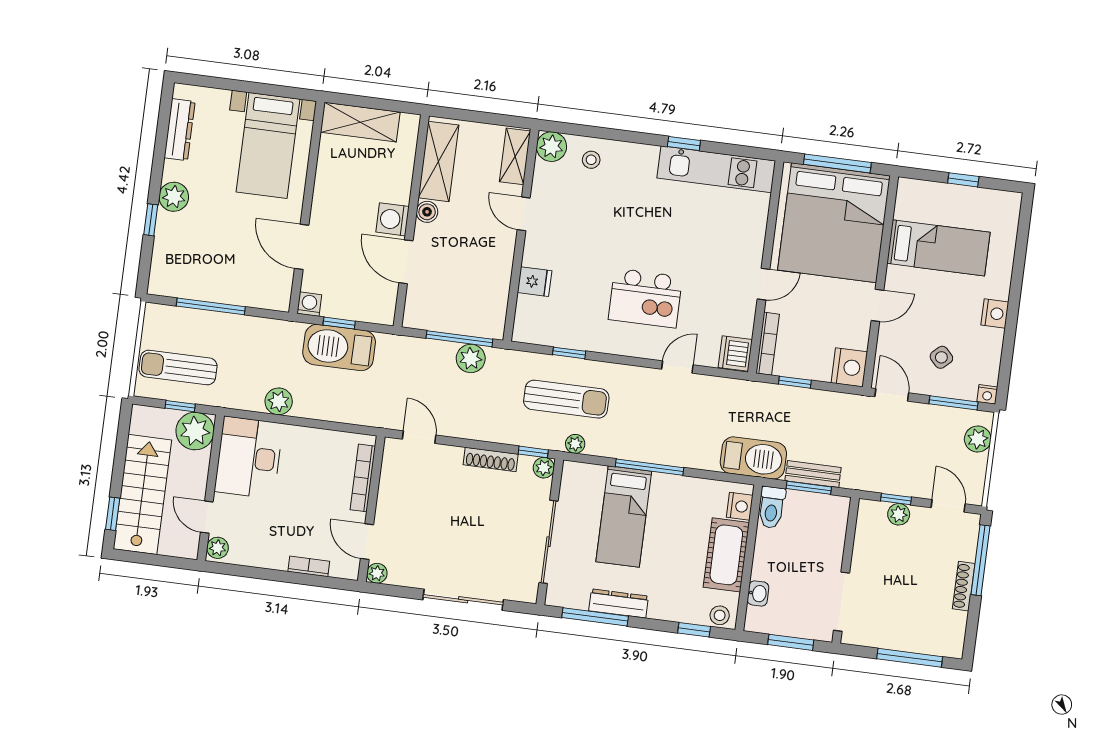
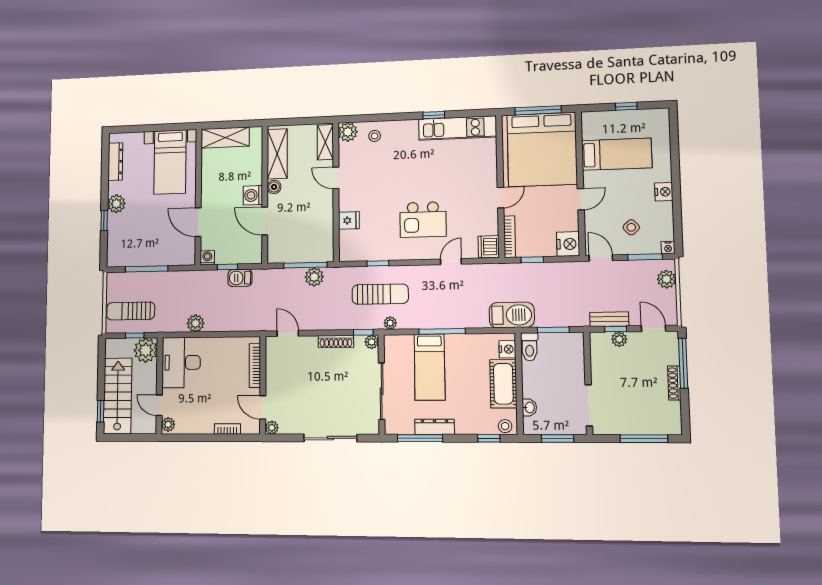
barbecue: (339, 347) -> (240, 278), width x0.53, depth x0.65
bench: (813, 474) -> (609, 319), moved

